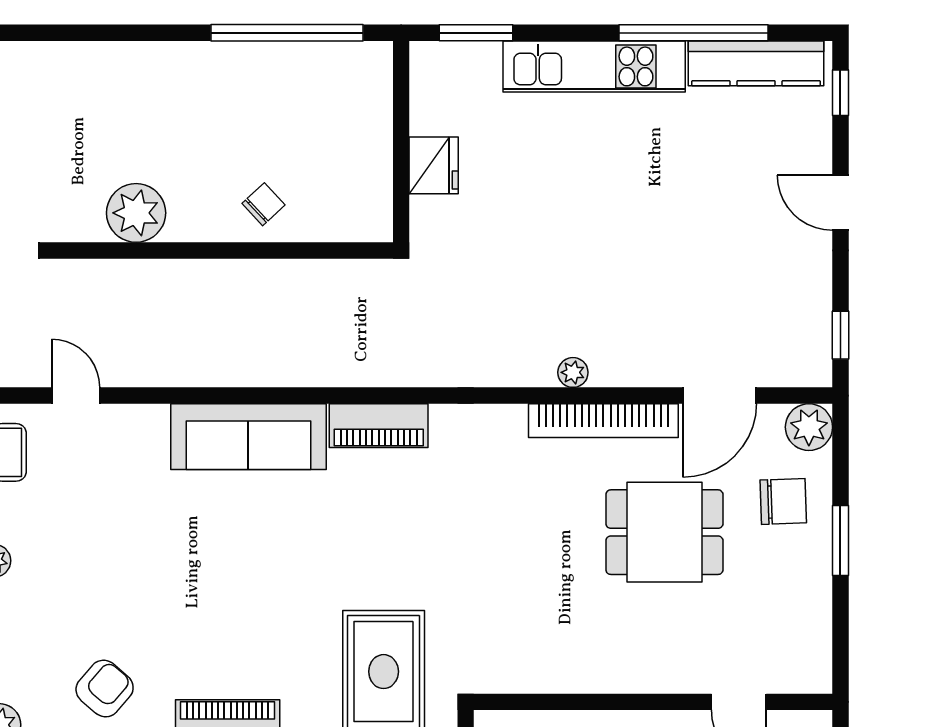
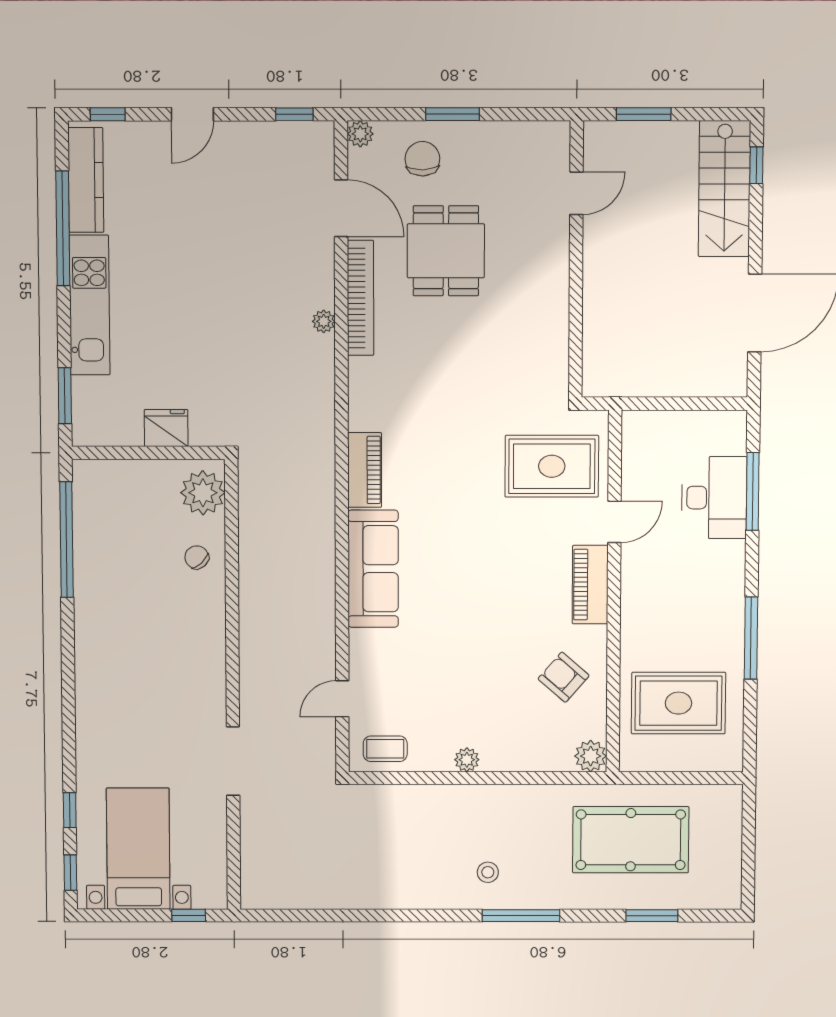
plant: (136, 213) -> (203, 493), moved
plant: (809, 427) -> (360, 134), width x0.73, depth x0.73

